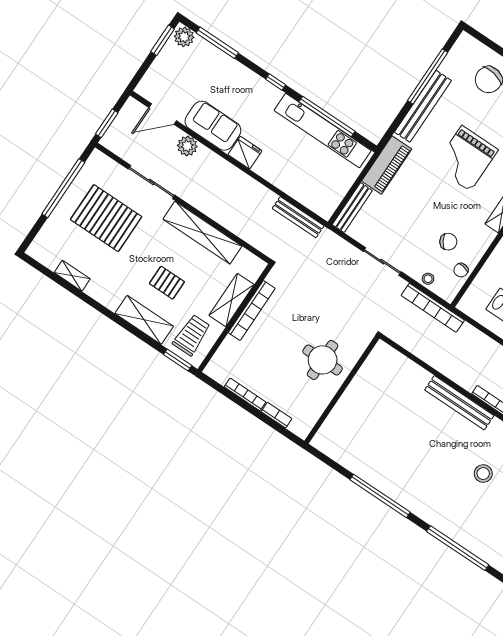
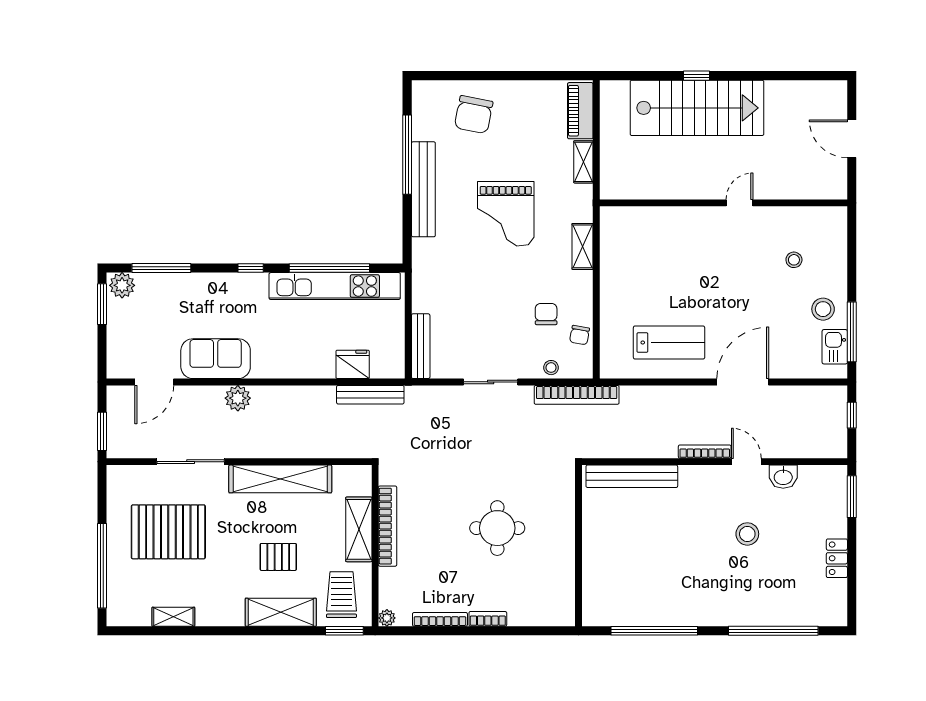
plant: (187, 146) -> (238, 398), moved
fridge: (245, 153) -> (353, 364), moved
piano: (387, 165) -> (427, 277), removed
window: (63, 188) -> (102, 566), moved
chair: (448, 242) -> (546, 314), turned -58
plant: (211, 370) -> (387, 618), added
wall: (342, 390) -> (579, 546), moved
bench: (459, 403) -> (632, 476), moved

